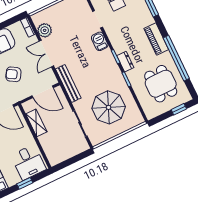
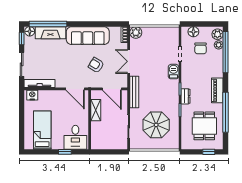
plant: (45, 30) -> (136, 32), moved

